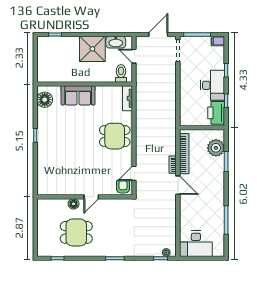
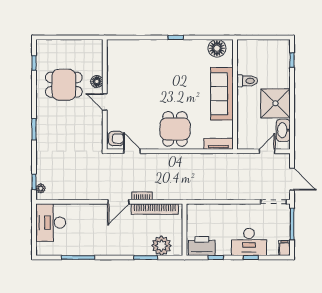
toilet: (121, 73) -> (247, 81), moved
desk: (213, 85) -> (249, 242), moved
sofa: (78, 95) -> (222, 94), width x1.36
dining table: (76, 232) -> (64, 85), turned 90

